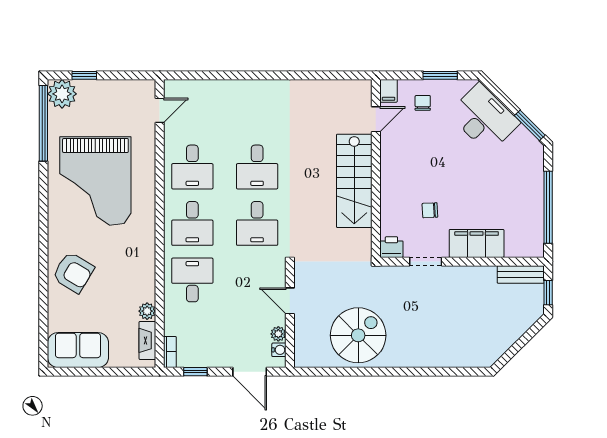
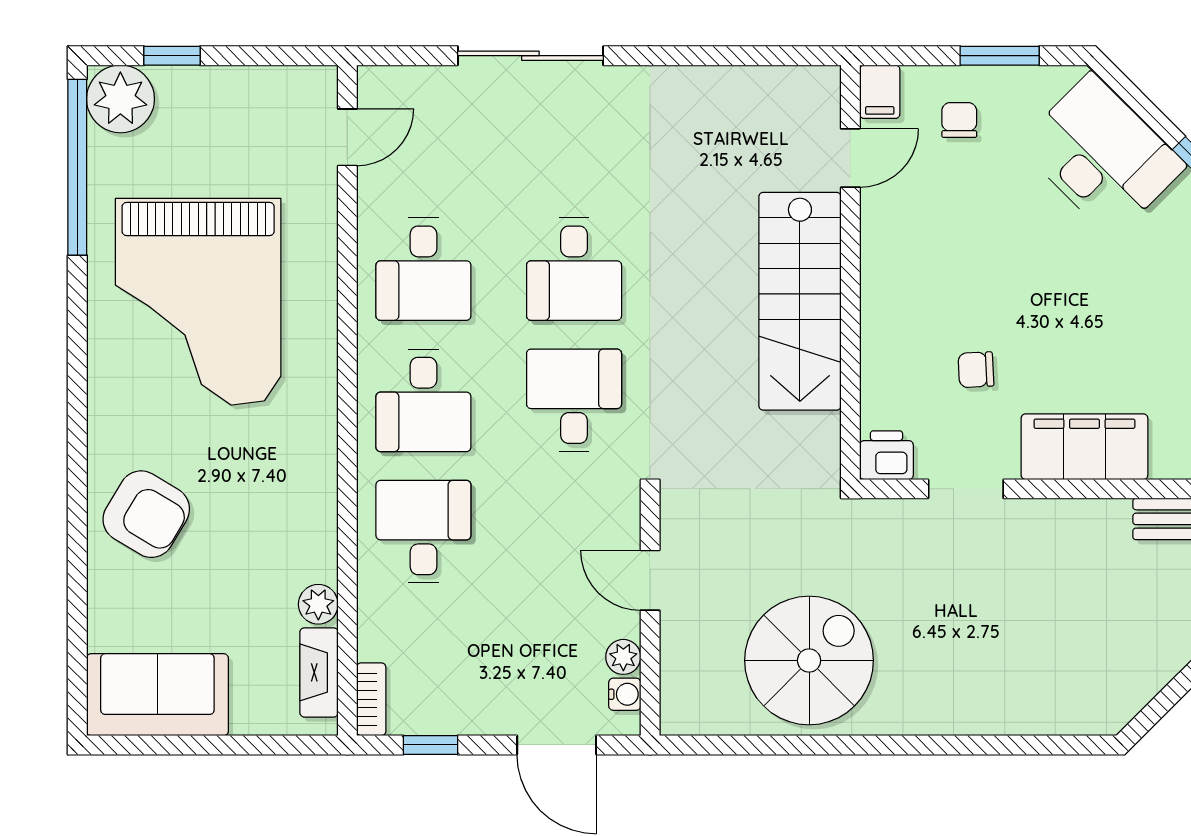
sliding door: (238, 75) -> (530, 56), added
desk: (257, 223) -> (574, 400), turned 180

